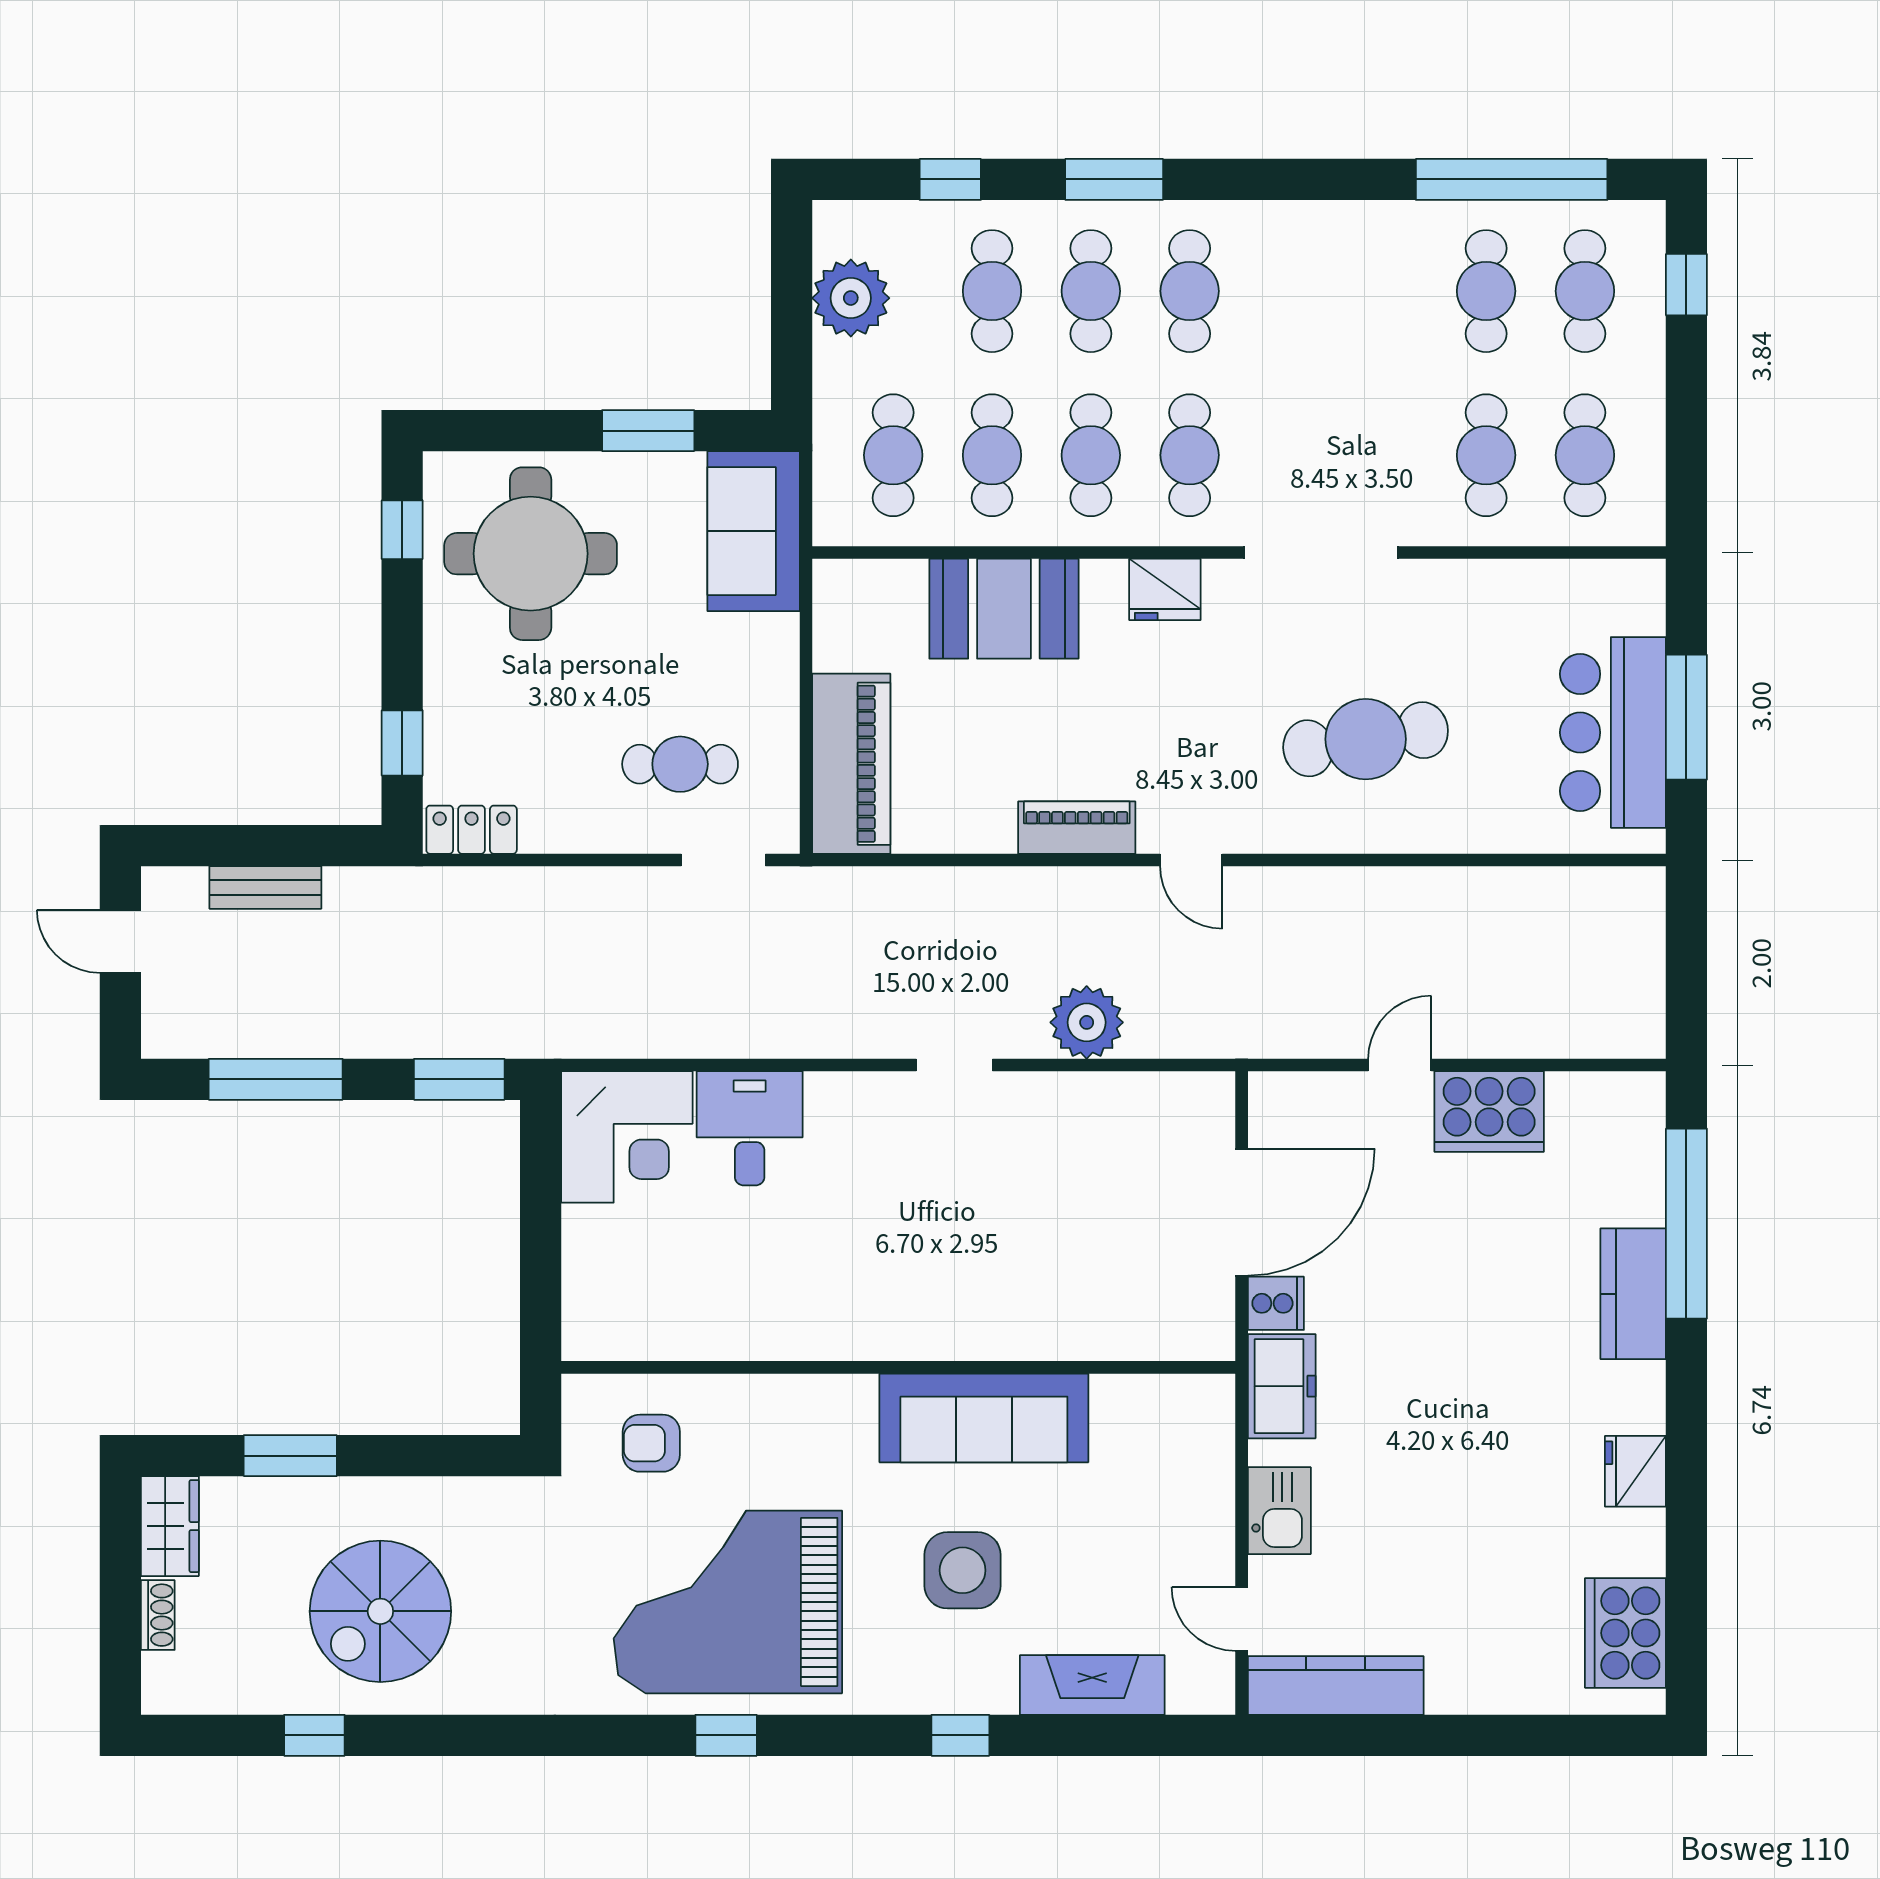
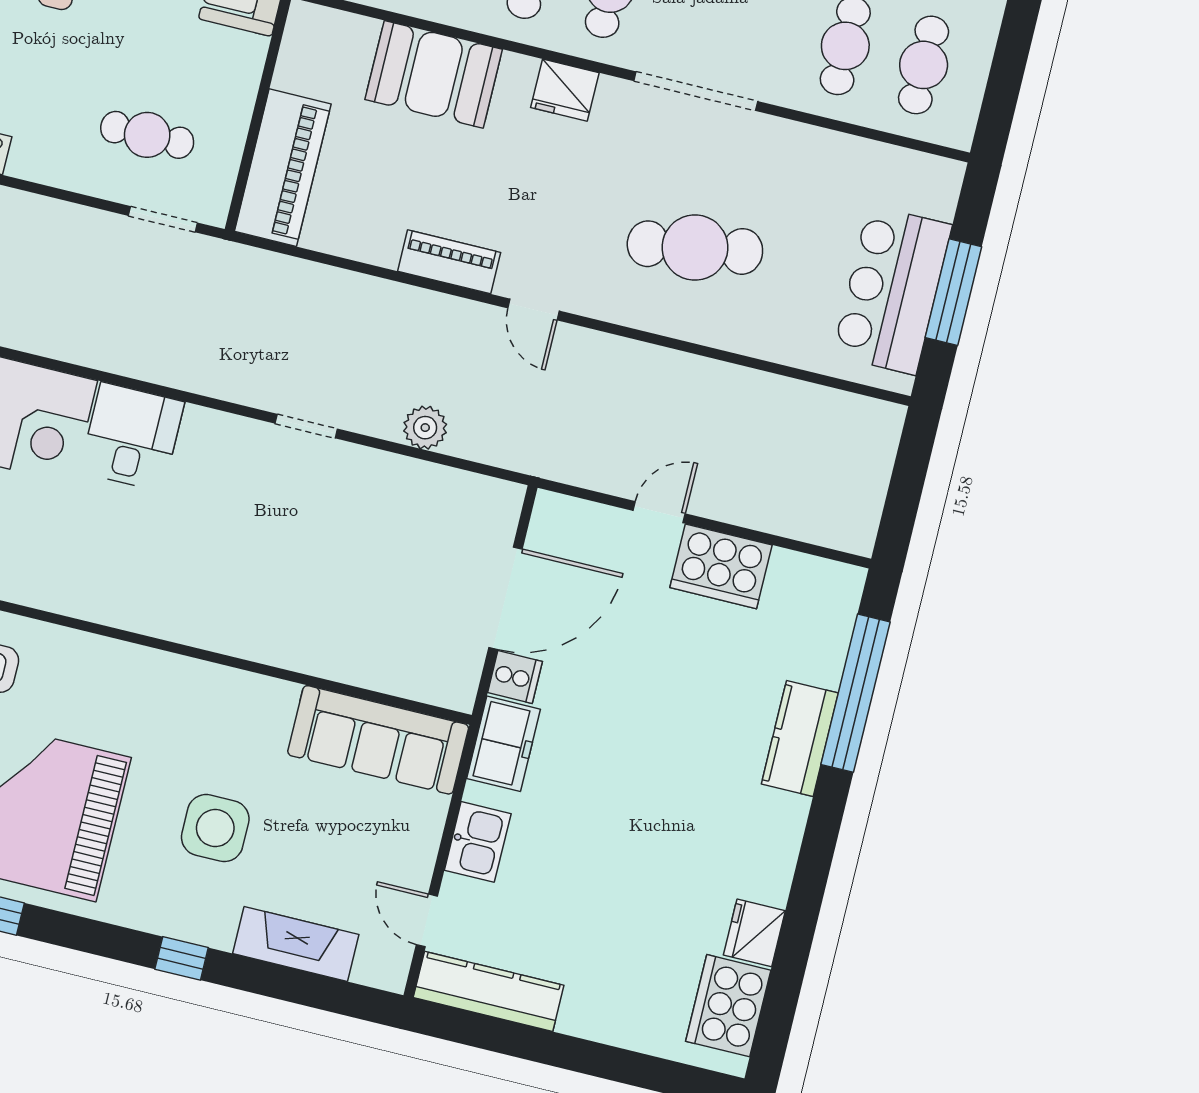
plant: (1087, 1022) -> (425, 428), width x0.73, depth x0.73
sofa: (984, 1418) -> (378, 740), moved
fridge: (1635, 1471) -> (754, 933), moved

